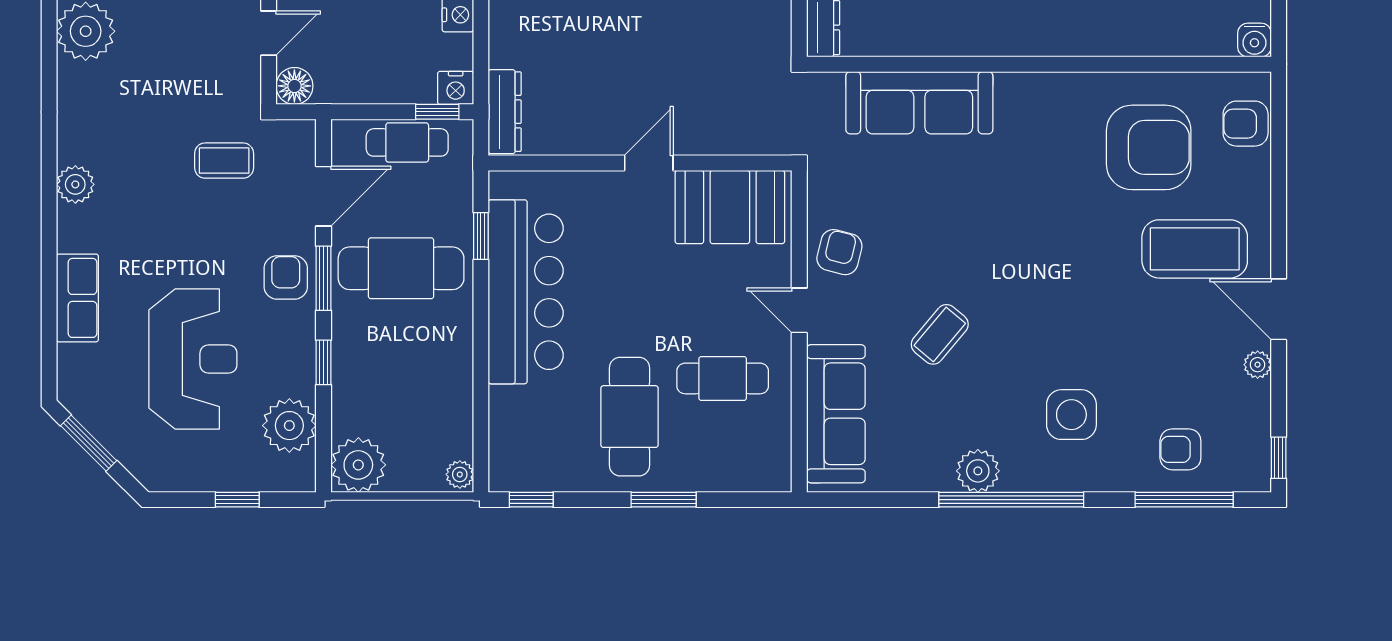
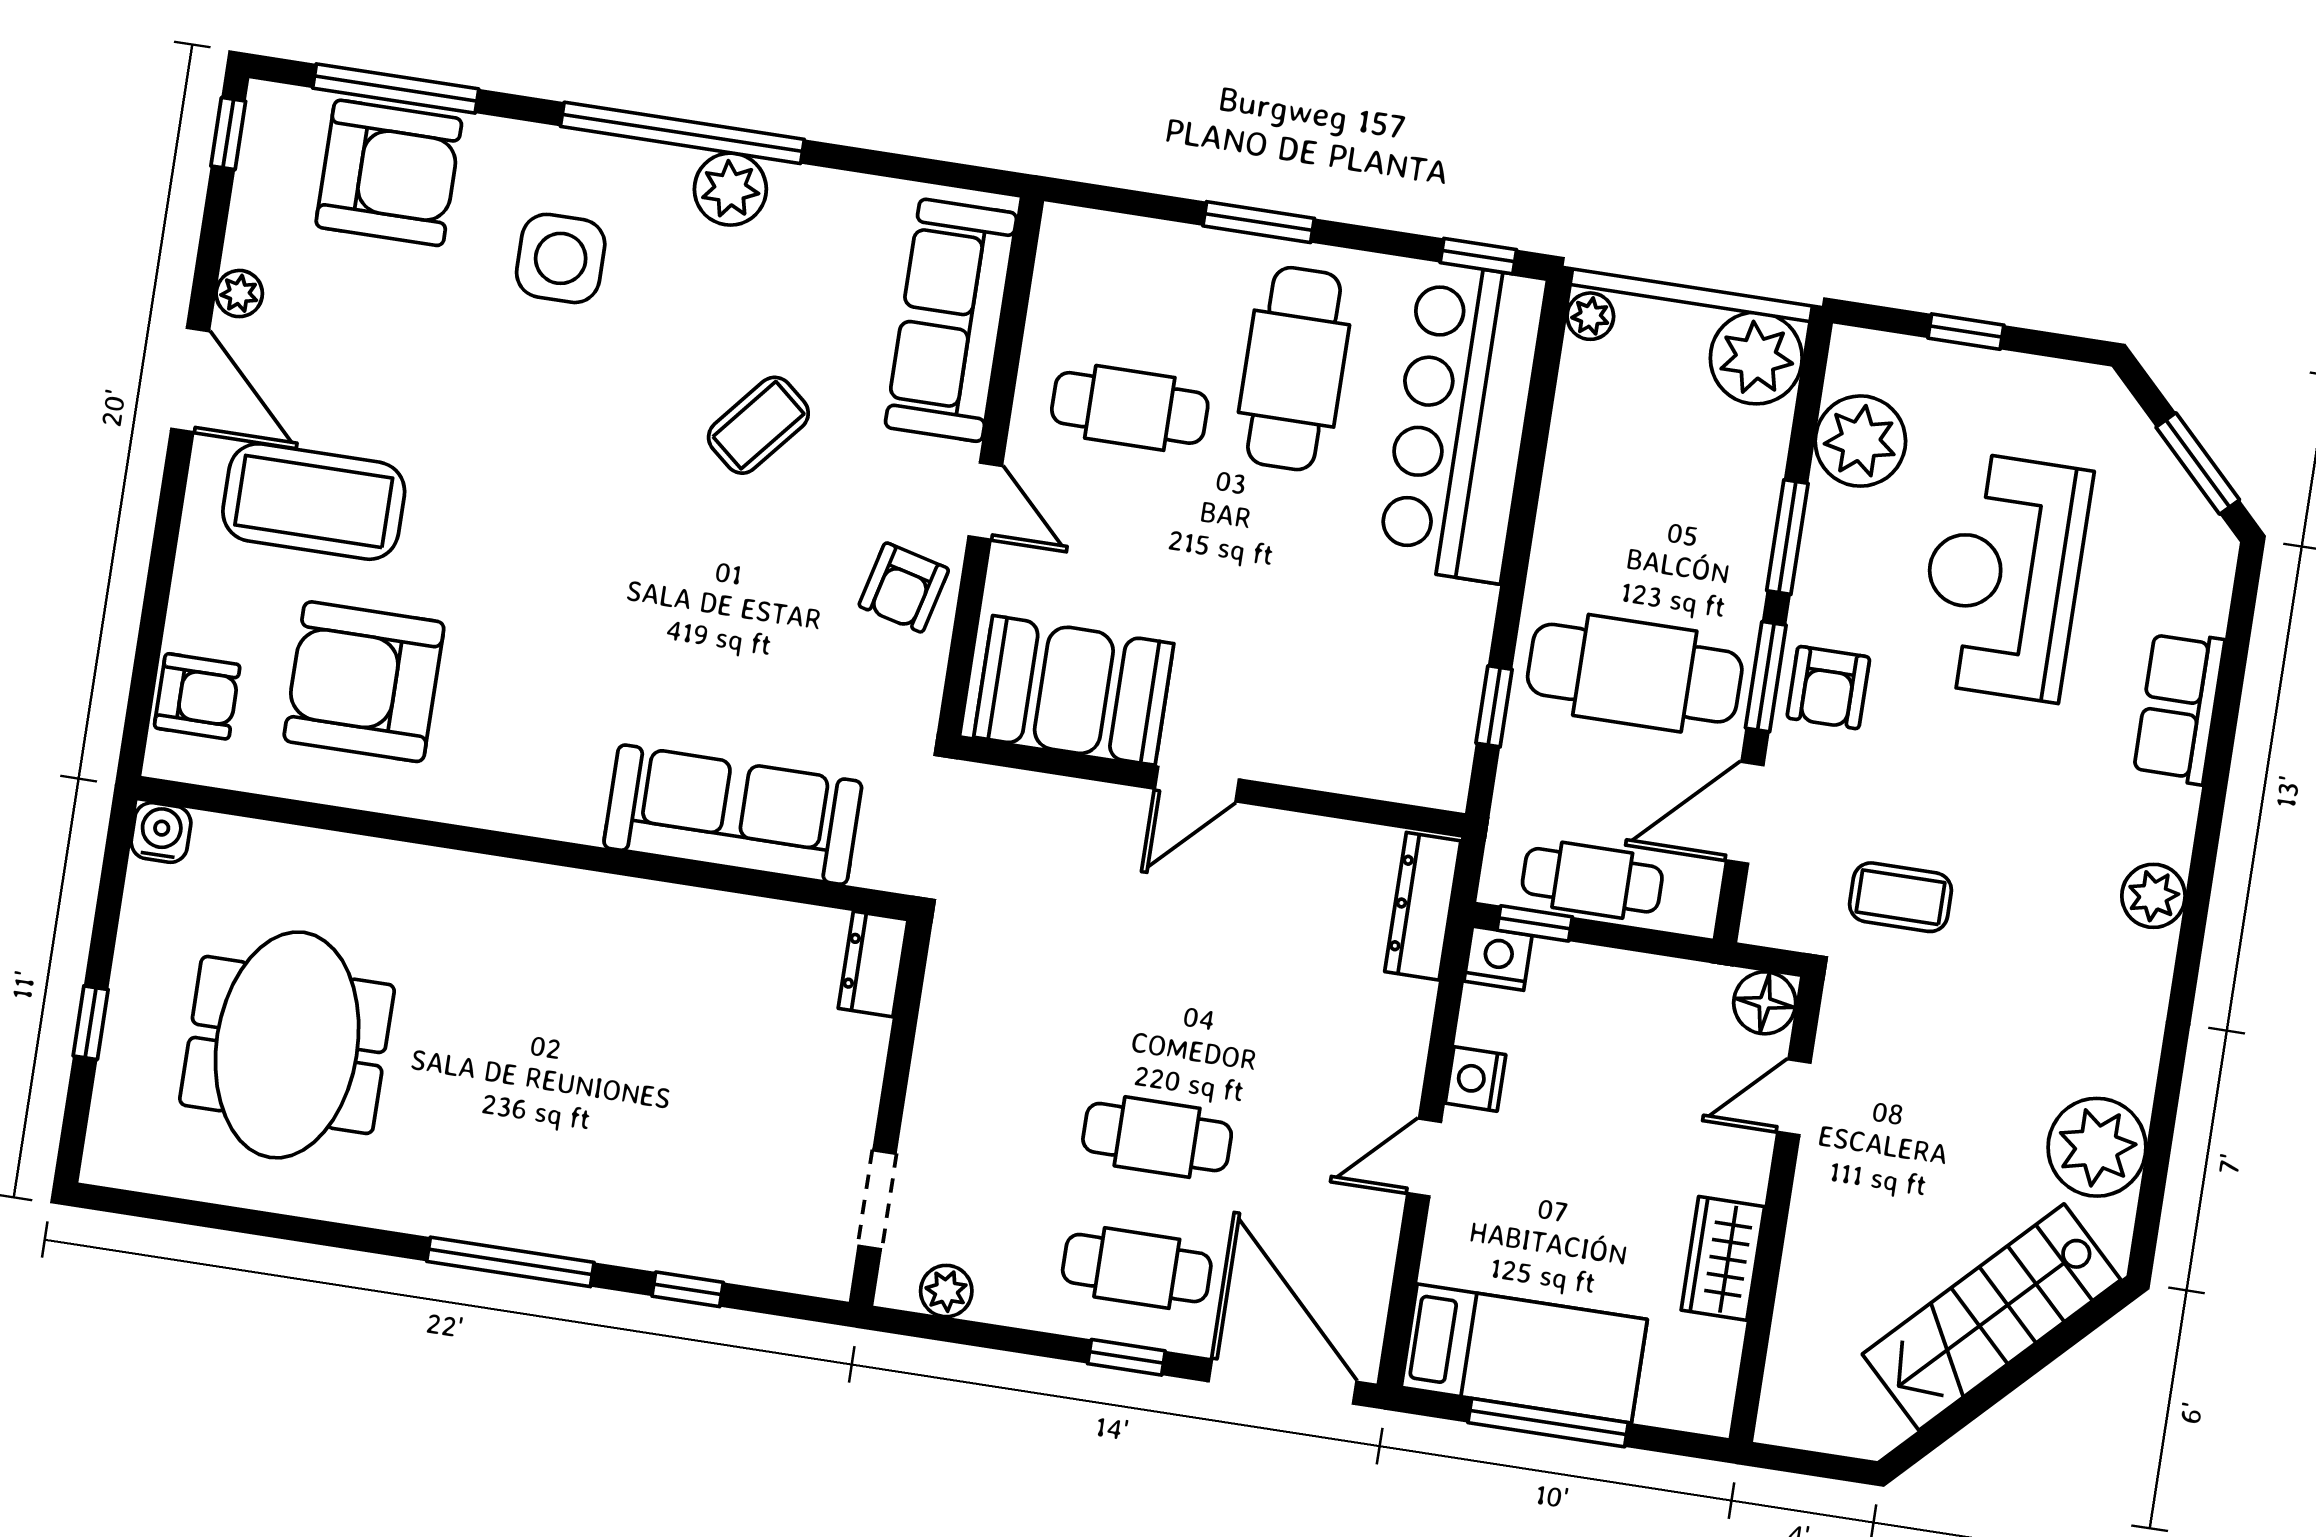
bar counter: (526, 292) -> (1462, 422), moved
window: (324, 362) -> (1787, 537), width x1.50
armchair: (1180, 449) -> (389, 173), width x1.88, depth x1.88

